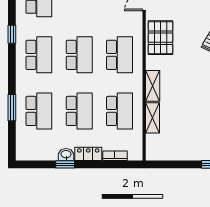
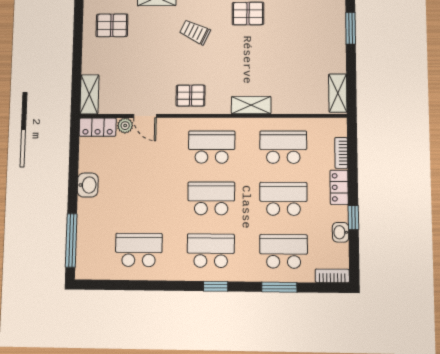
window: (12, 34) -> (216, 286), moved
pallet: (160, 38) -> (191, 96), width x0.67, depth x0.71
shelving: (153, 118) -> (338, 93), moved, turned 90
bookcase: (21, 148) -> (332, 276), added
washbasin: (66, 155) -> (341, 232), moved

